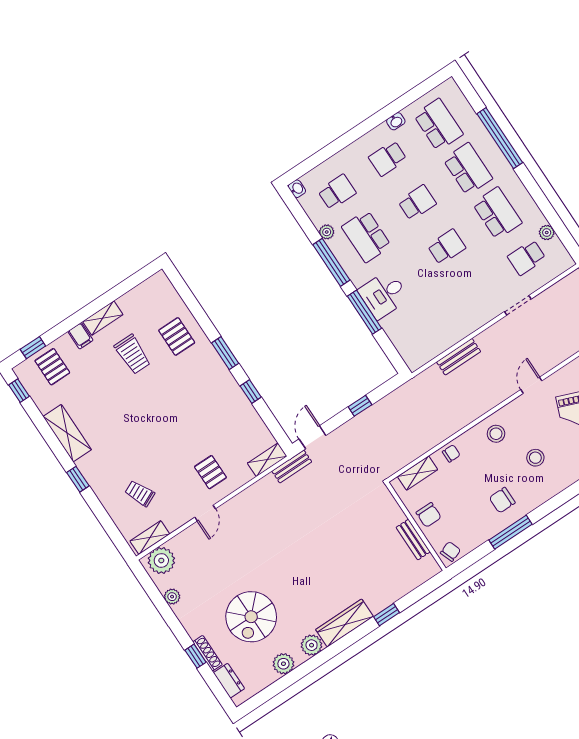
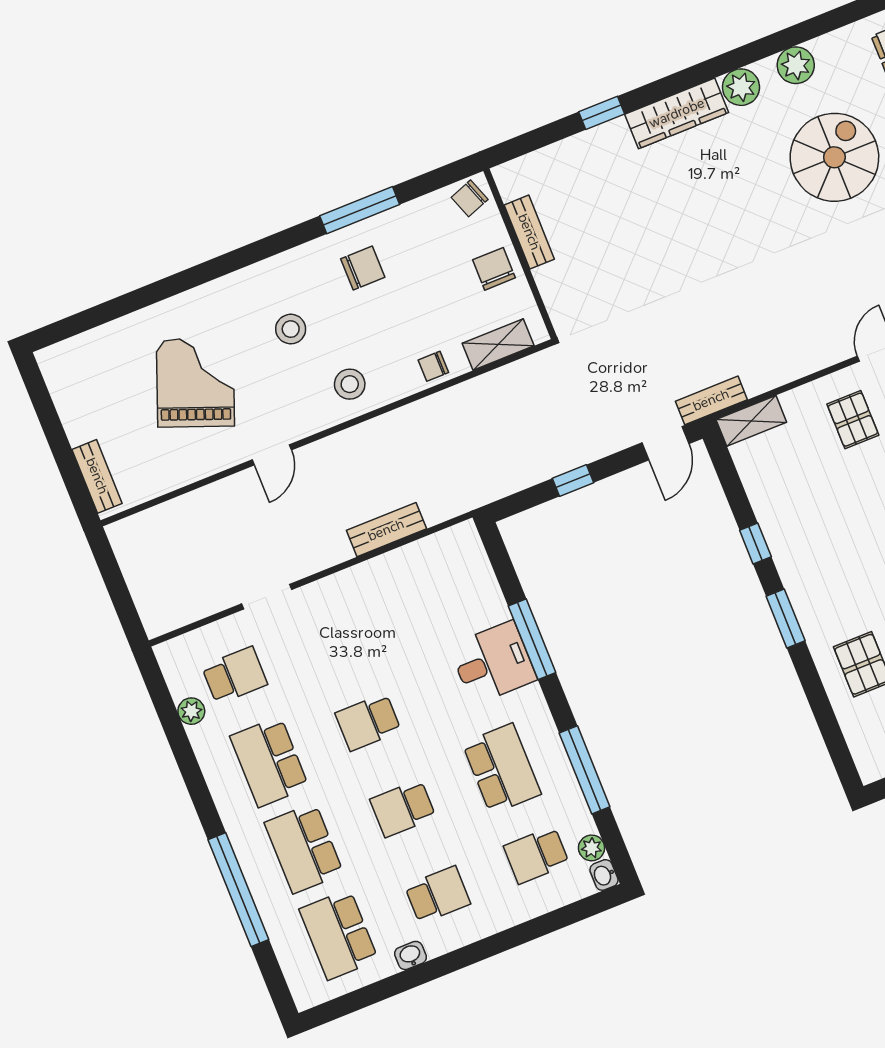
plant: (327, 232) -> (592, 848), moved
window: (331, 262) -> (585, 770), moved

